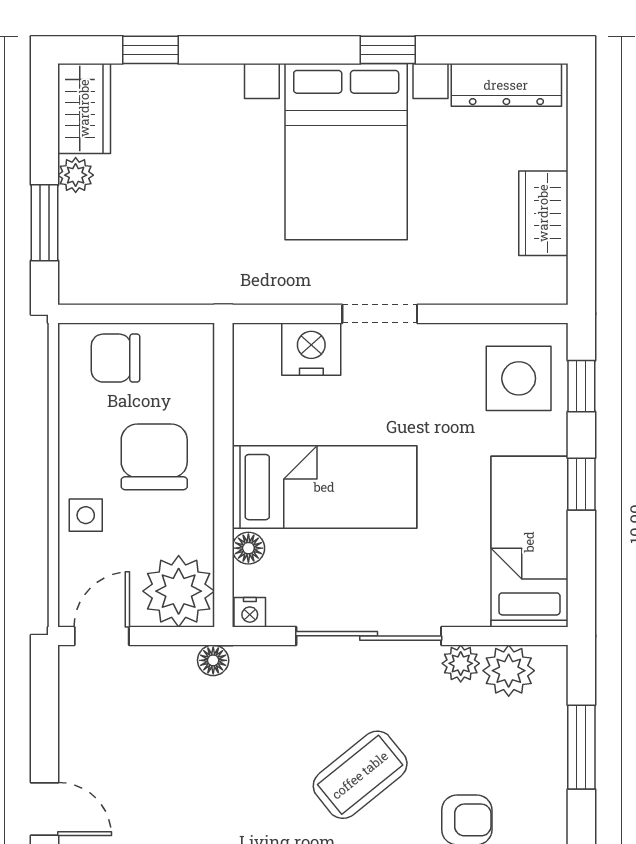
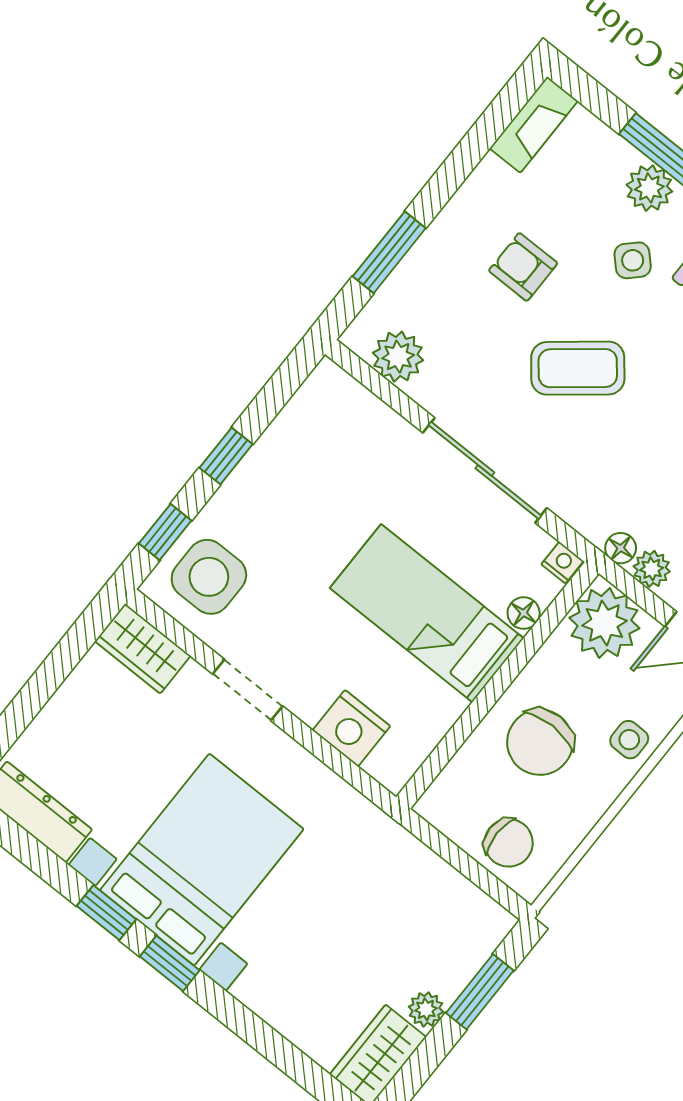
window: (151, 50) -> (170, 963), moved
wardrobe: (543, 213) -> (143, 649), moved, turned 90
doorway: (380, 314) -> (248, 690), moved
bed: (529, 542) -> (302, 444), removed
plant: (461, 663) -> (652, 569), moved

